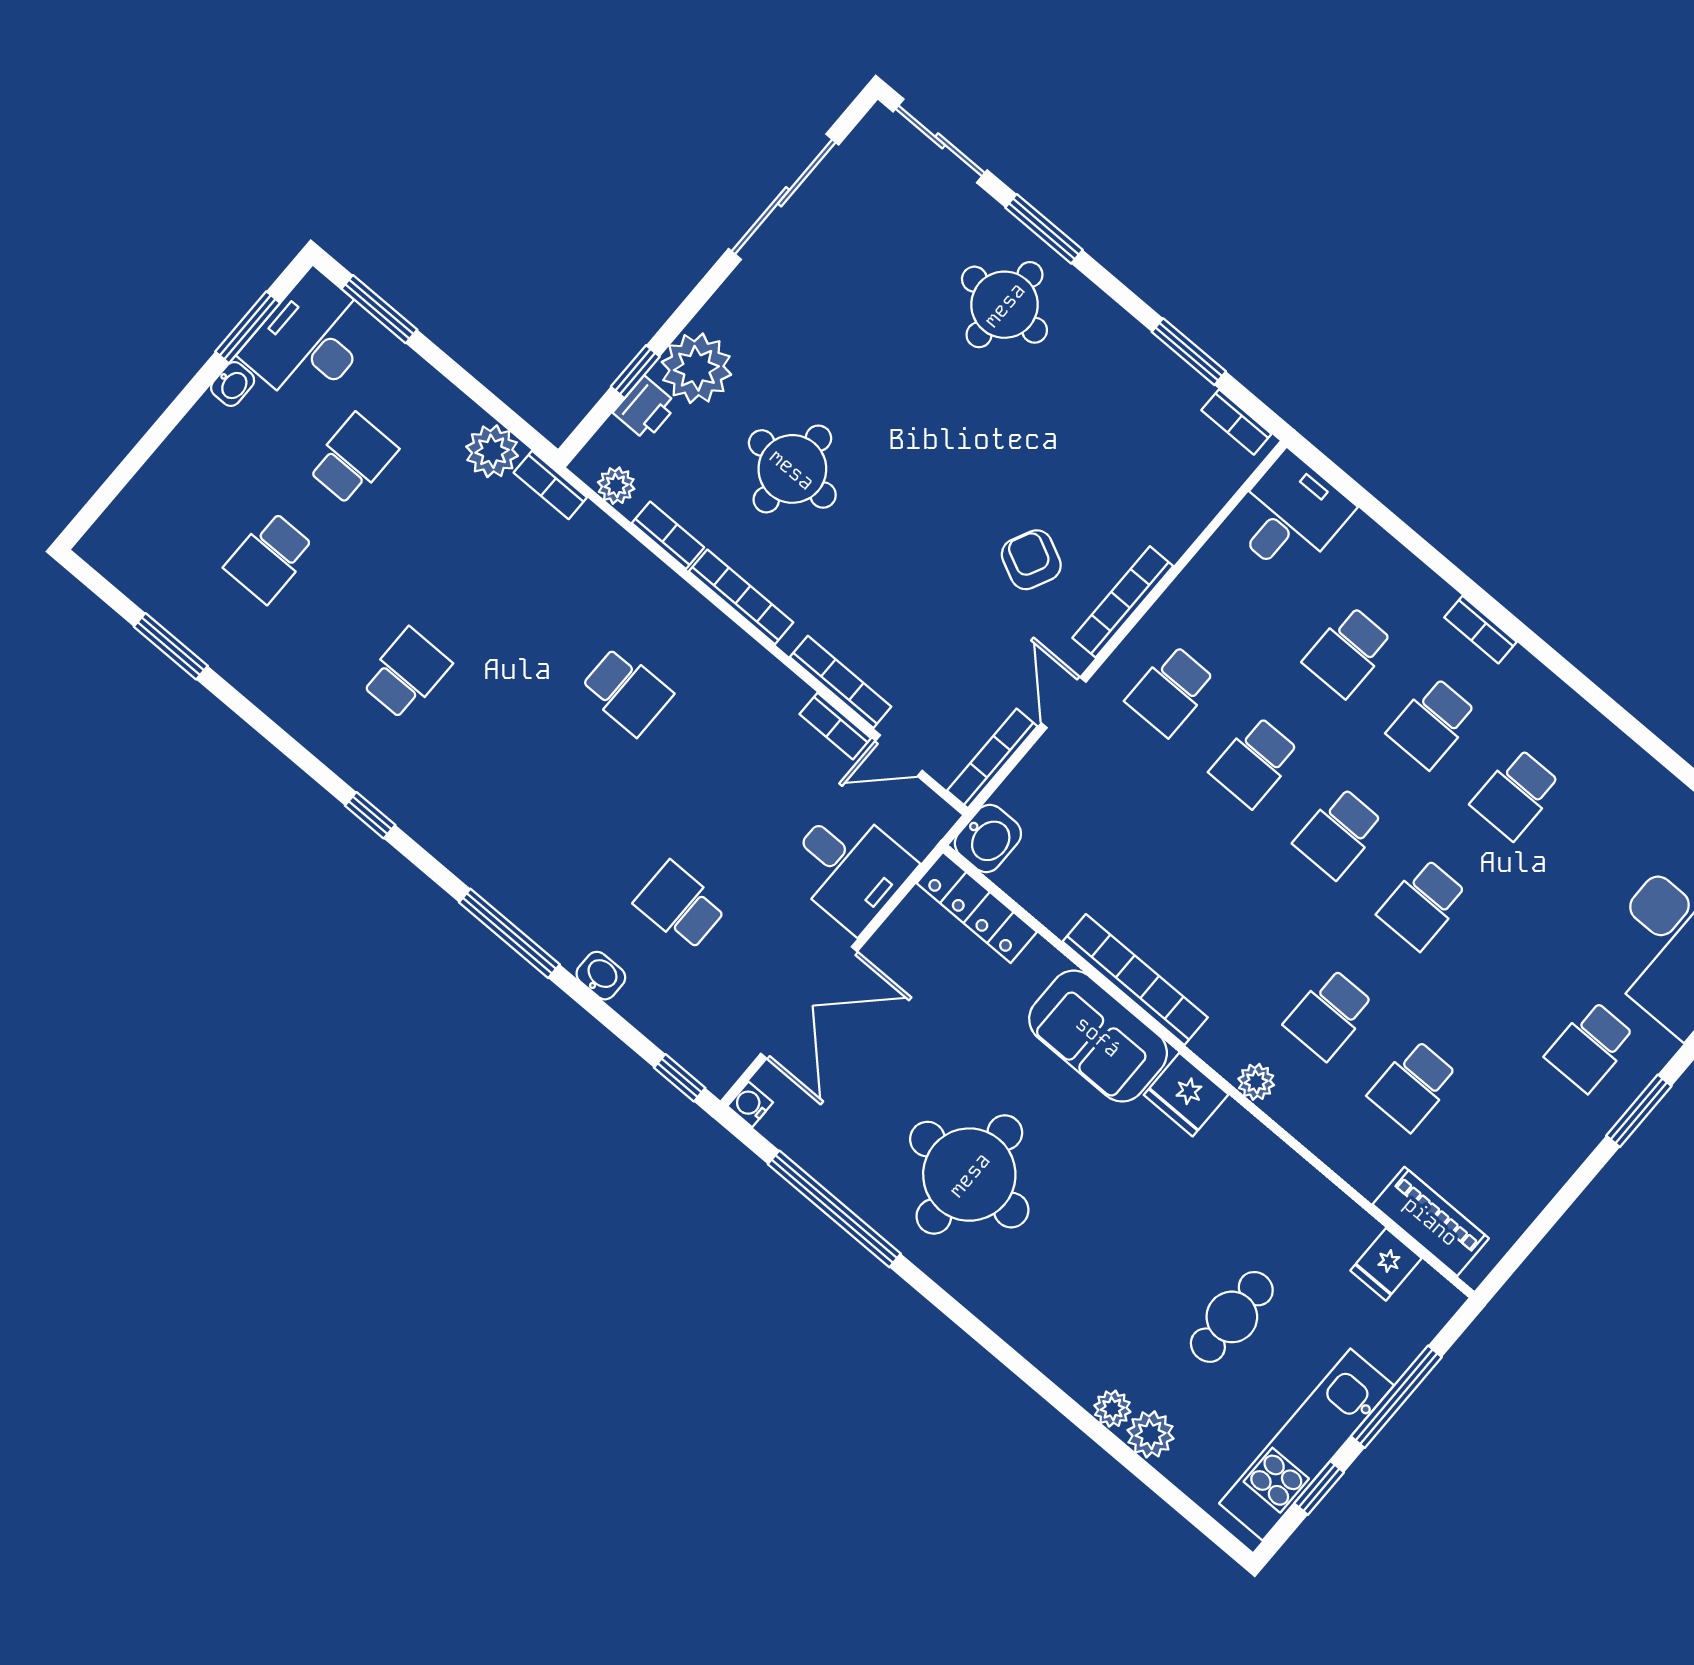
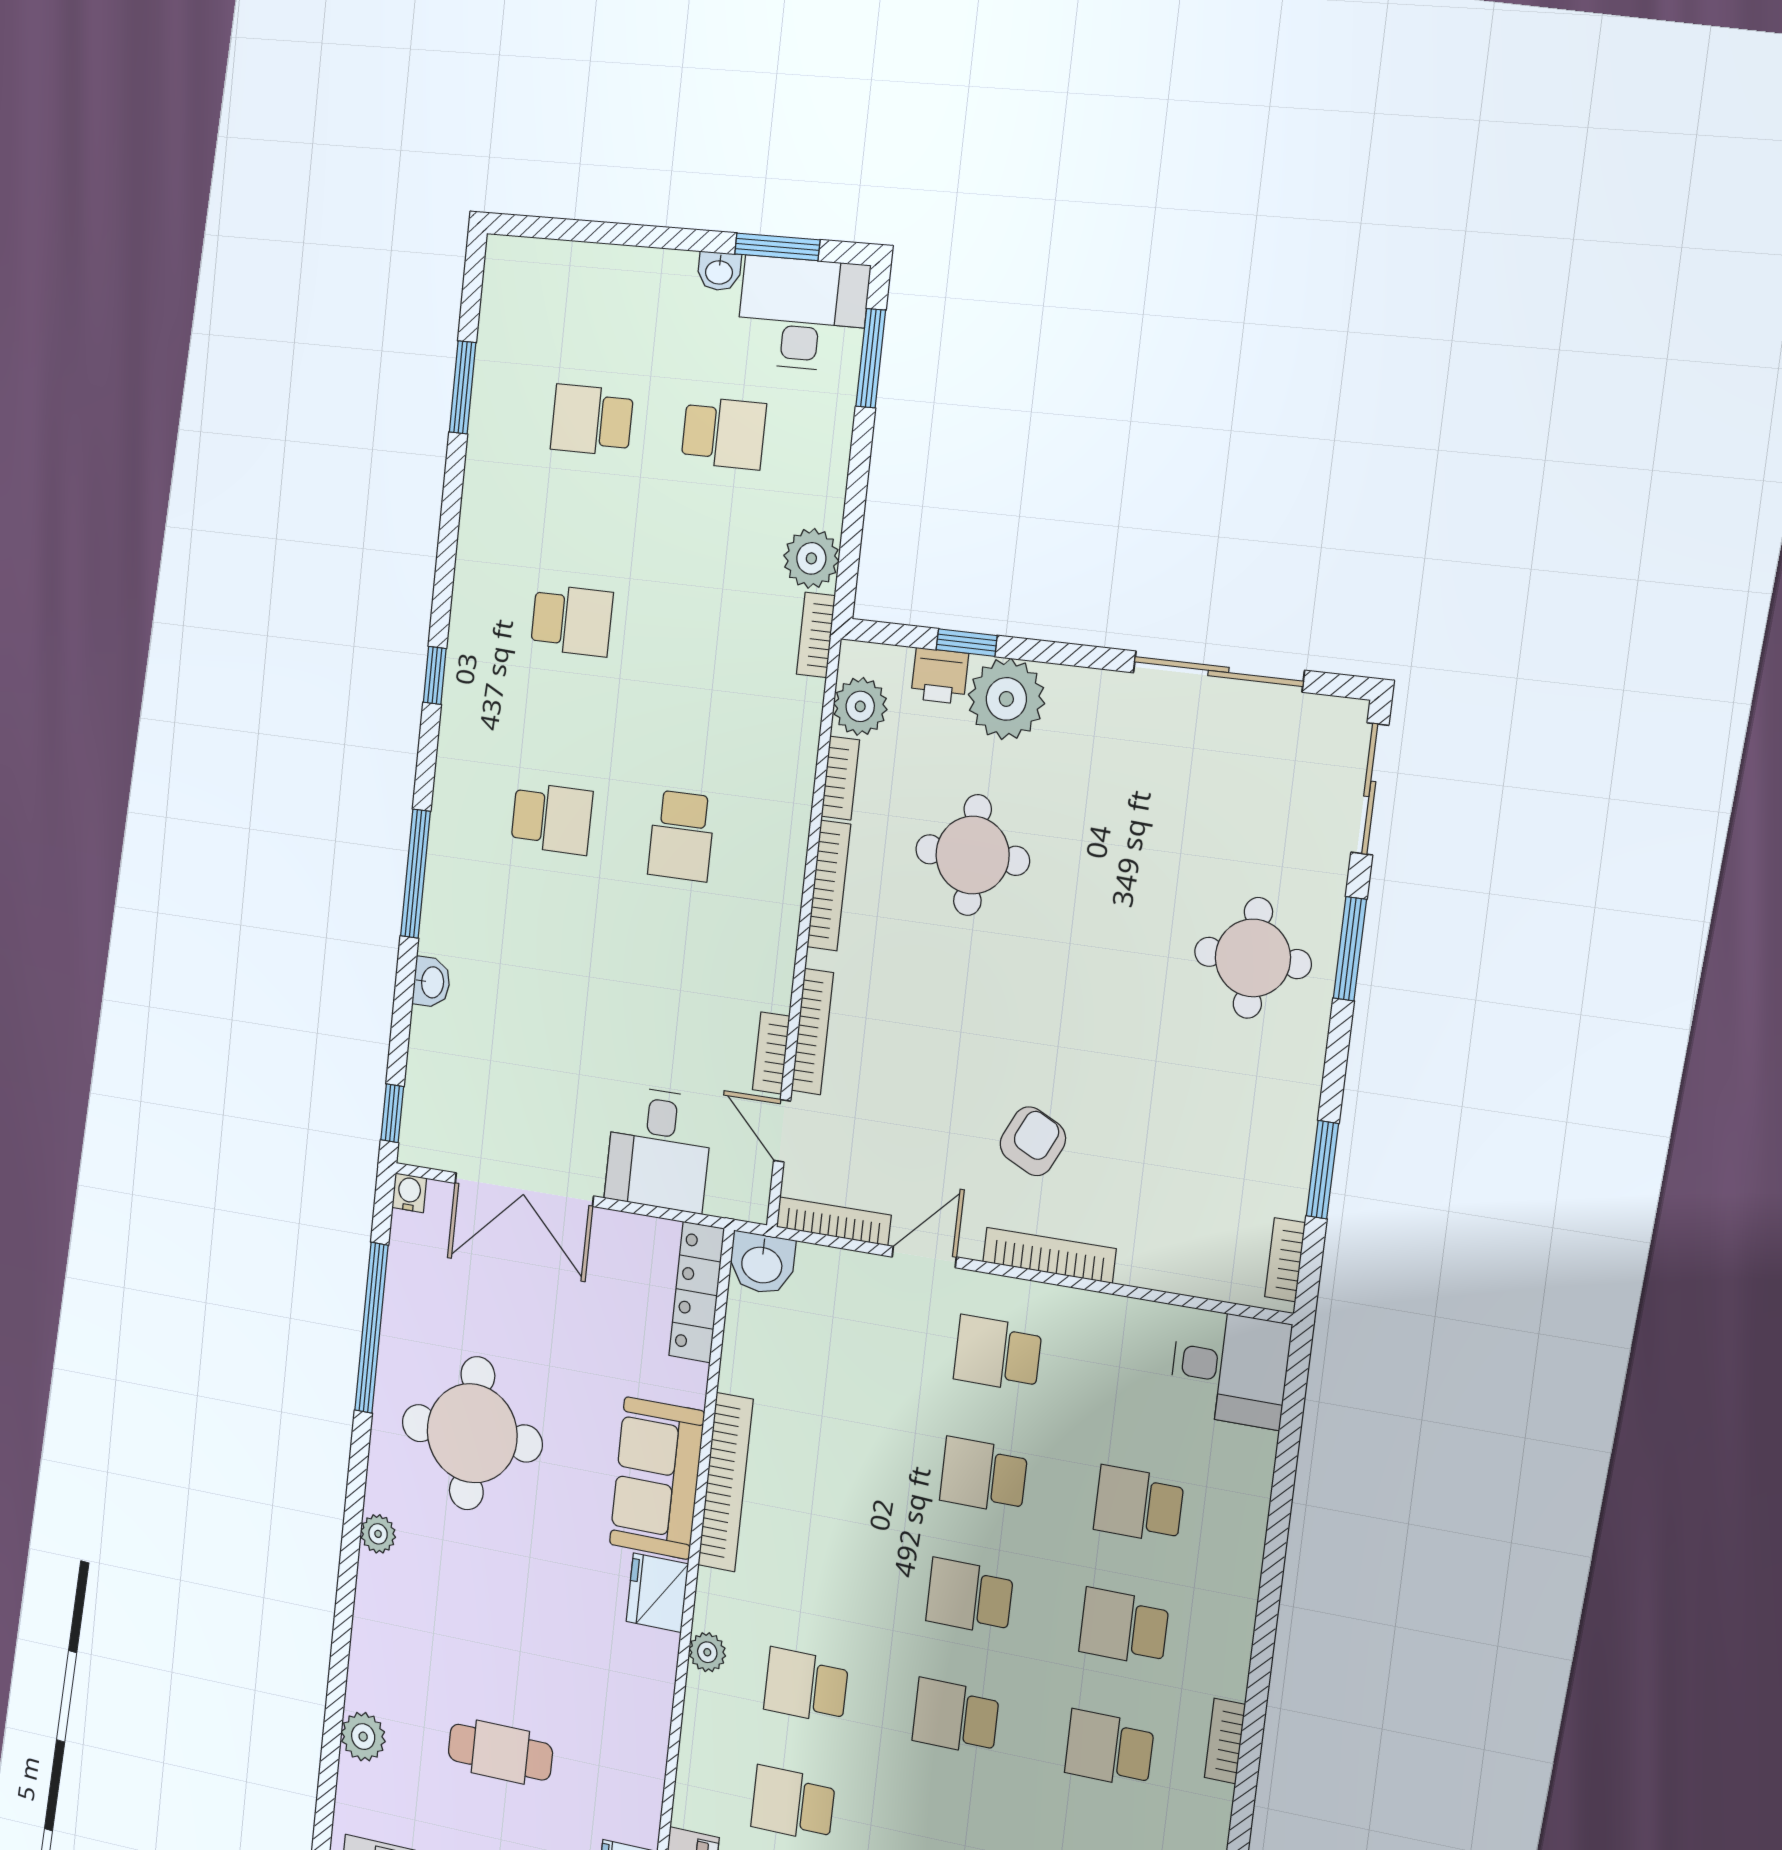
plant: (616, 486) -> (860, 706), width x1.38, depth x1.38
bookcase: (1481, 630) -> (1225, 1741), moved
school desk: (680, 906) -> (552, 818), moved, turned 90
plant: (1112, 1409) -> (378, 1534), moved

